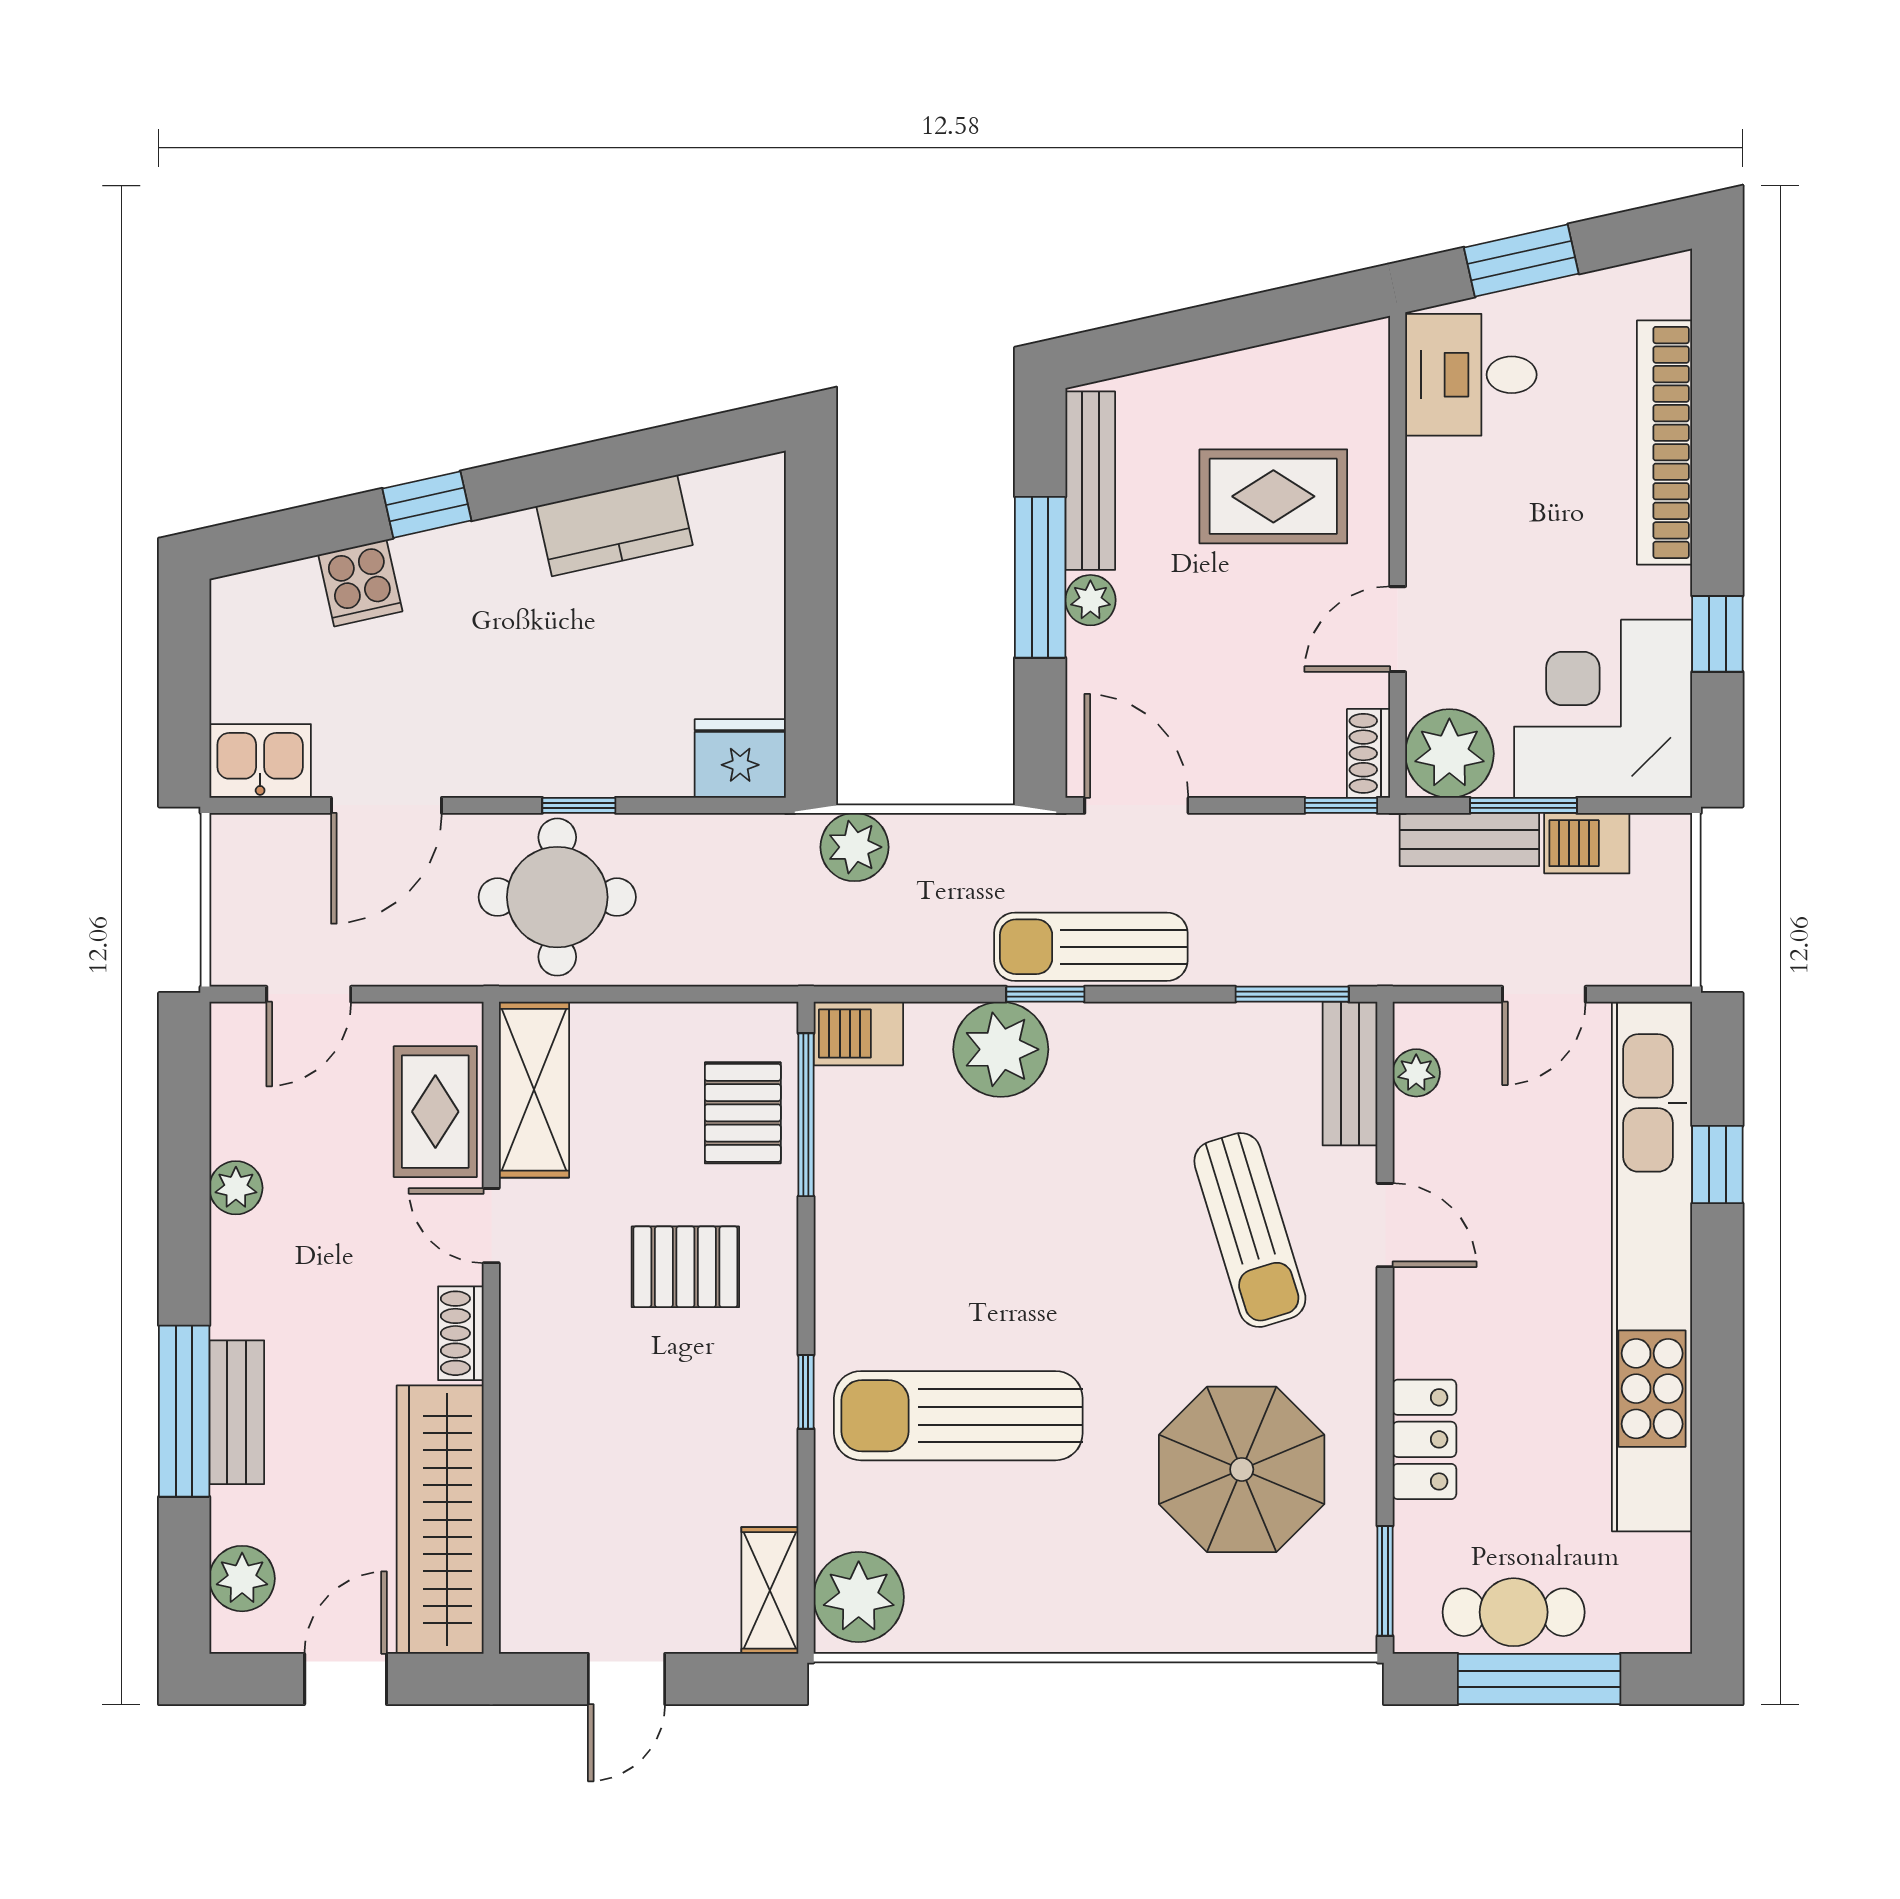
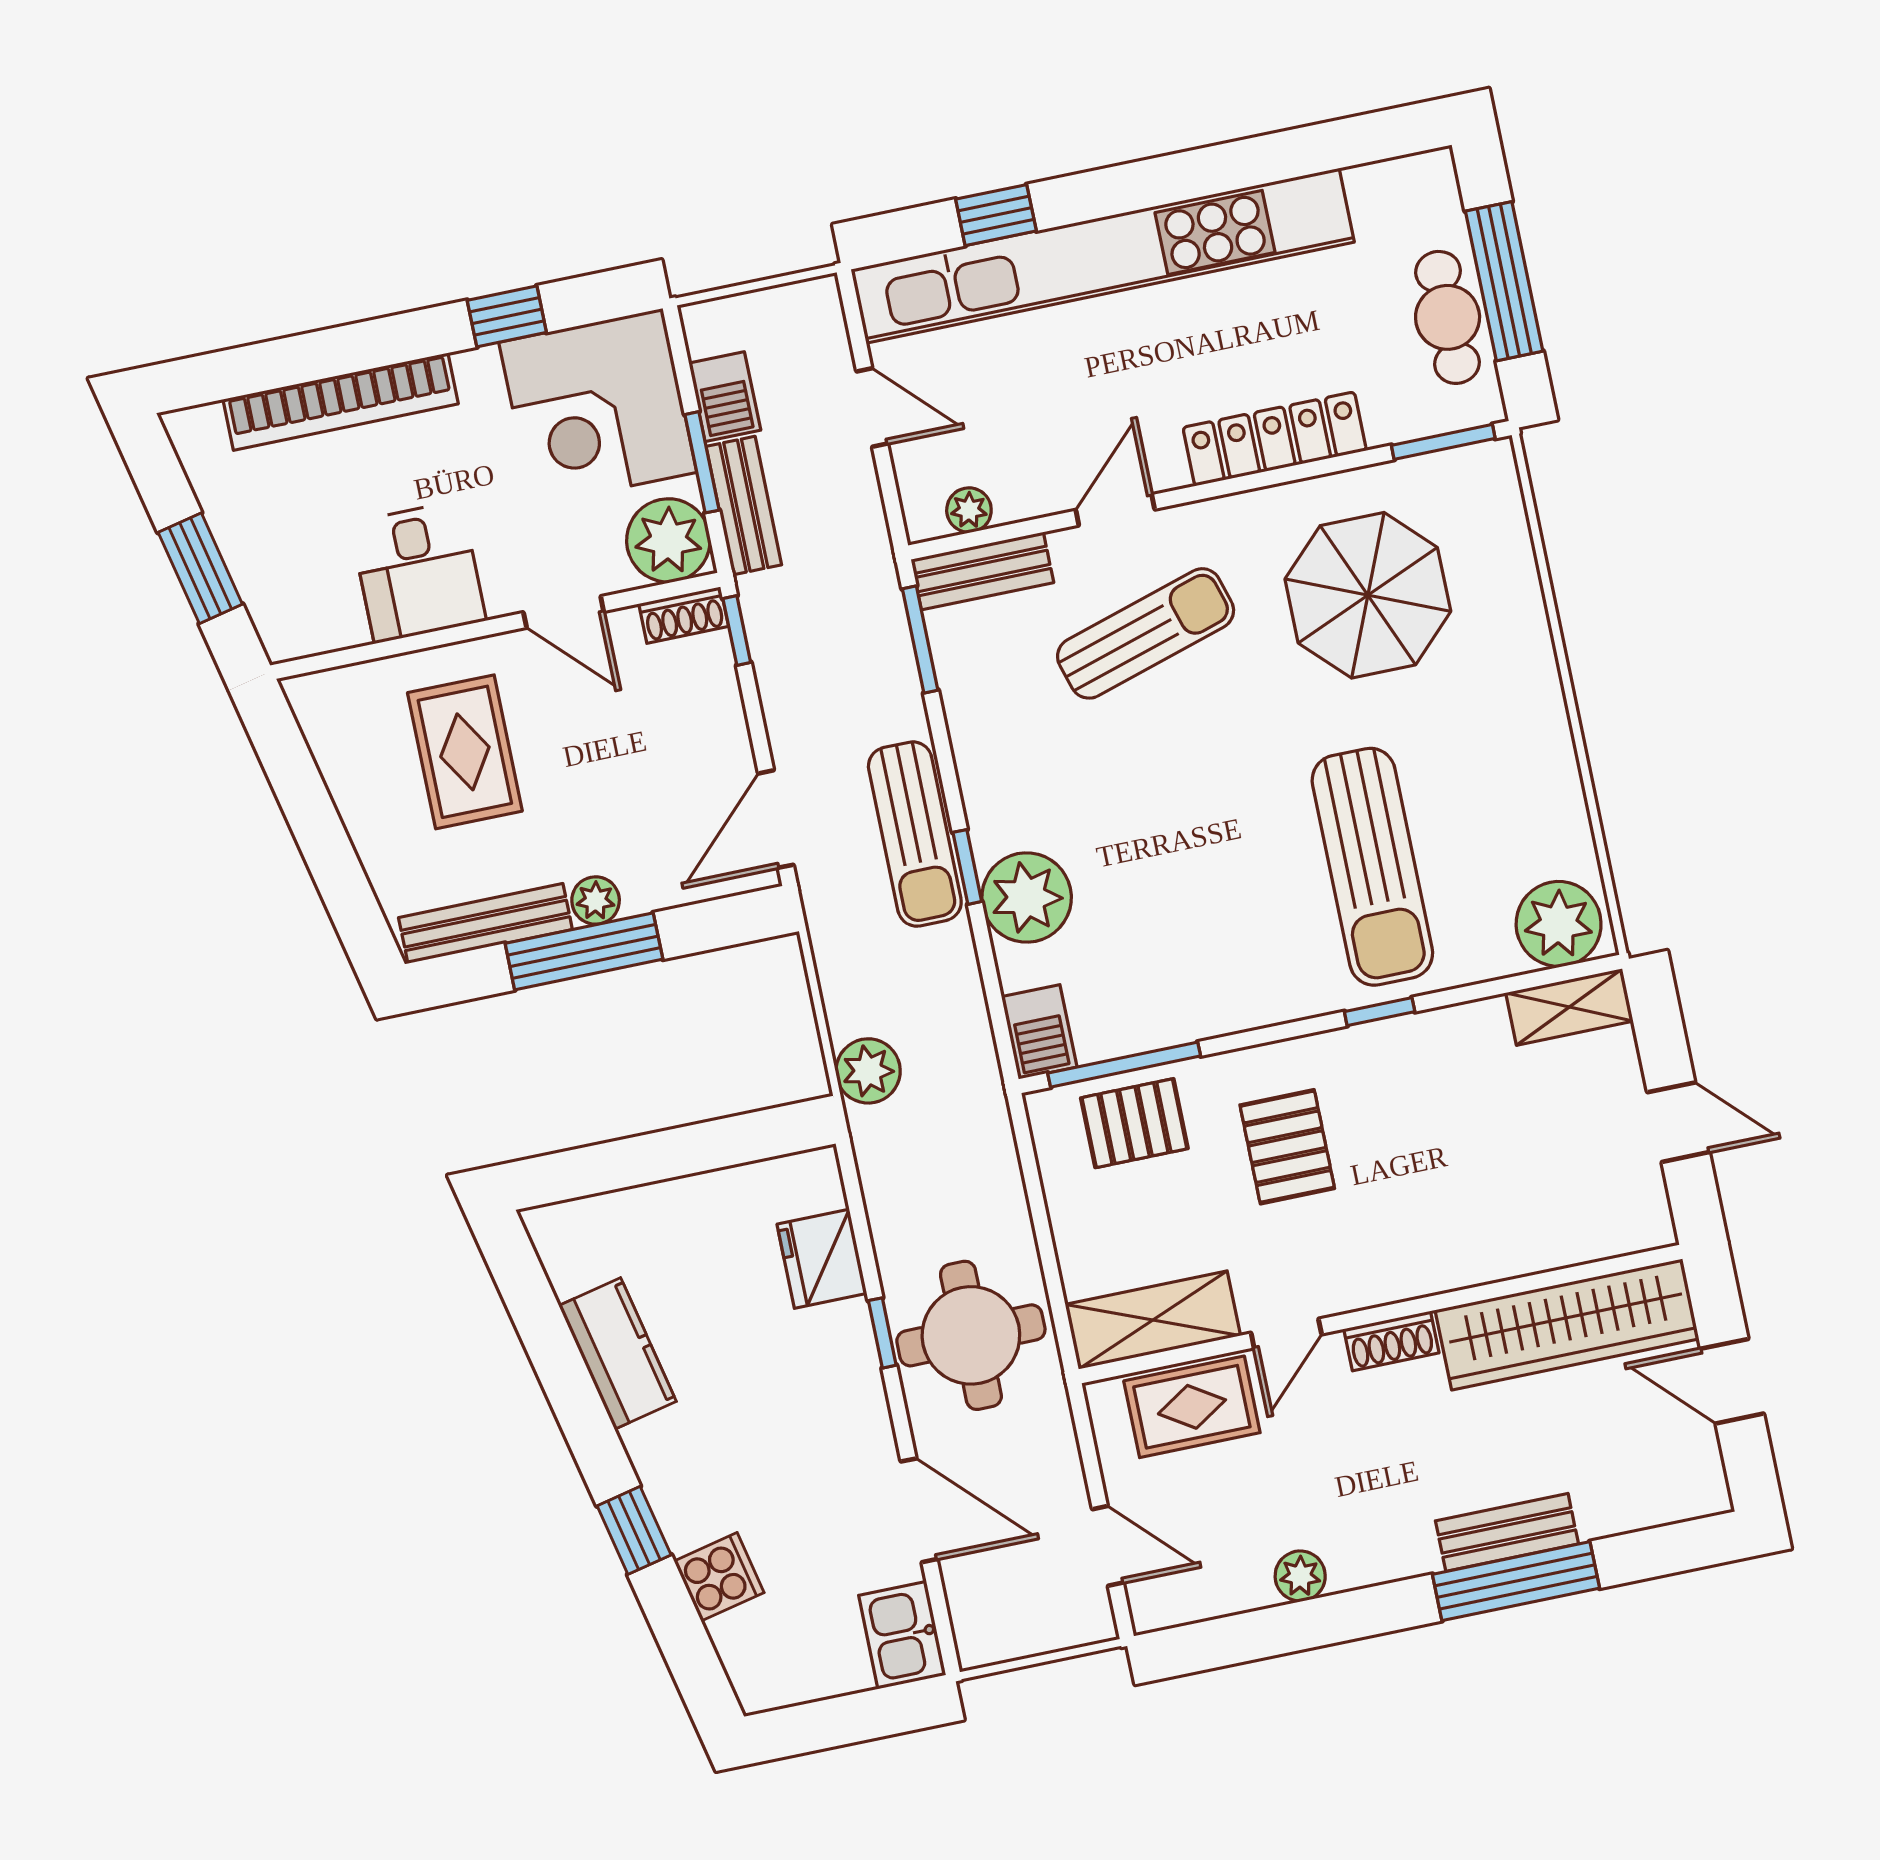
desk: (1471, 375) -> (418, 572), moved
fridge: (740, 759) -> (822, 1259), moved
locker: (1424, 1439) -> (1275, 439), width x1.53
plant: (242, 1579) -> (1659, 1496), removed

